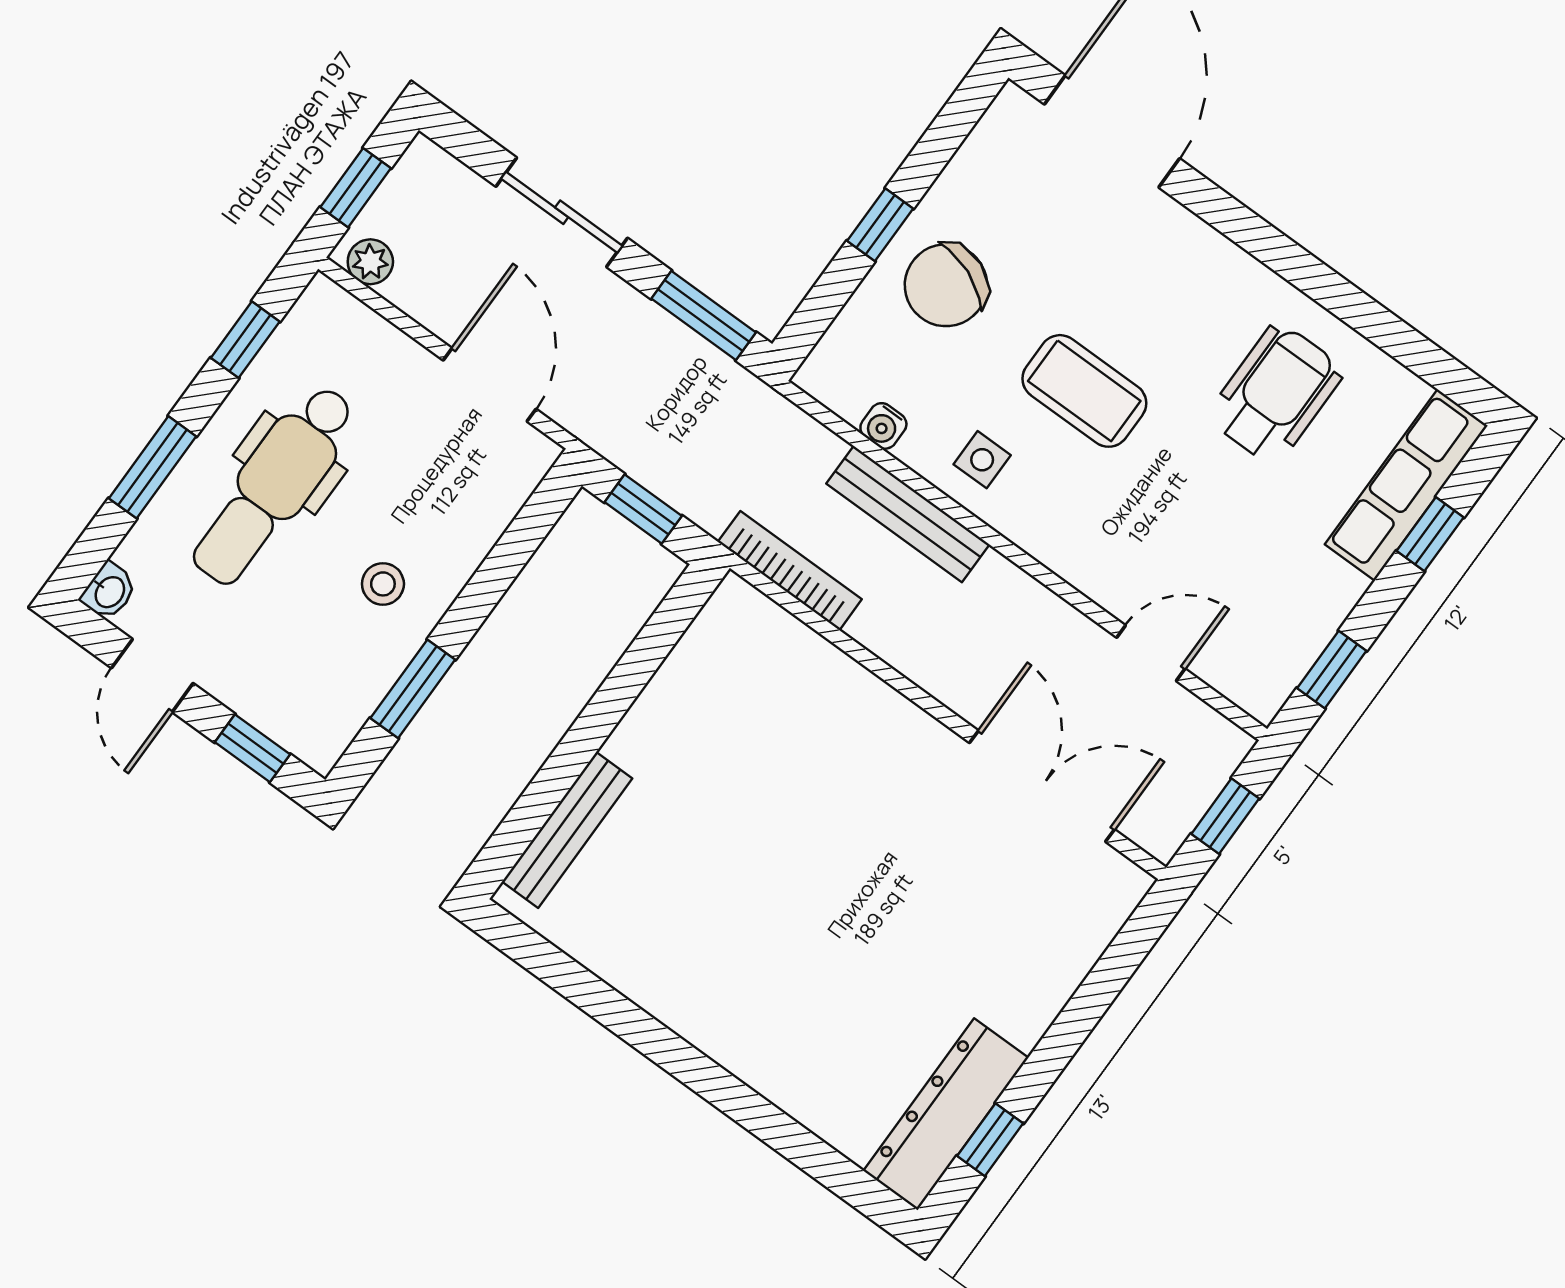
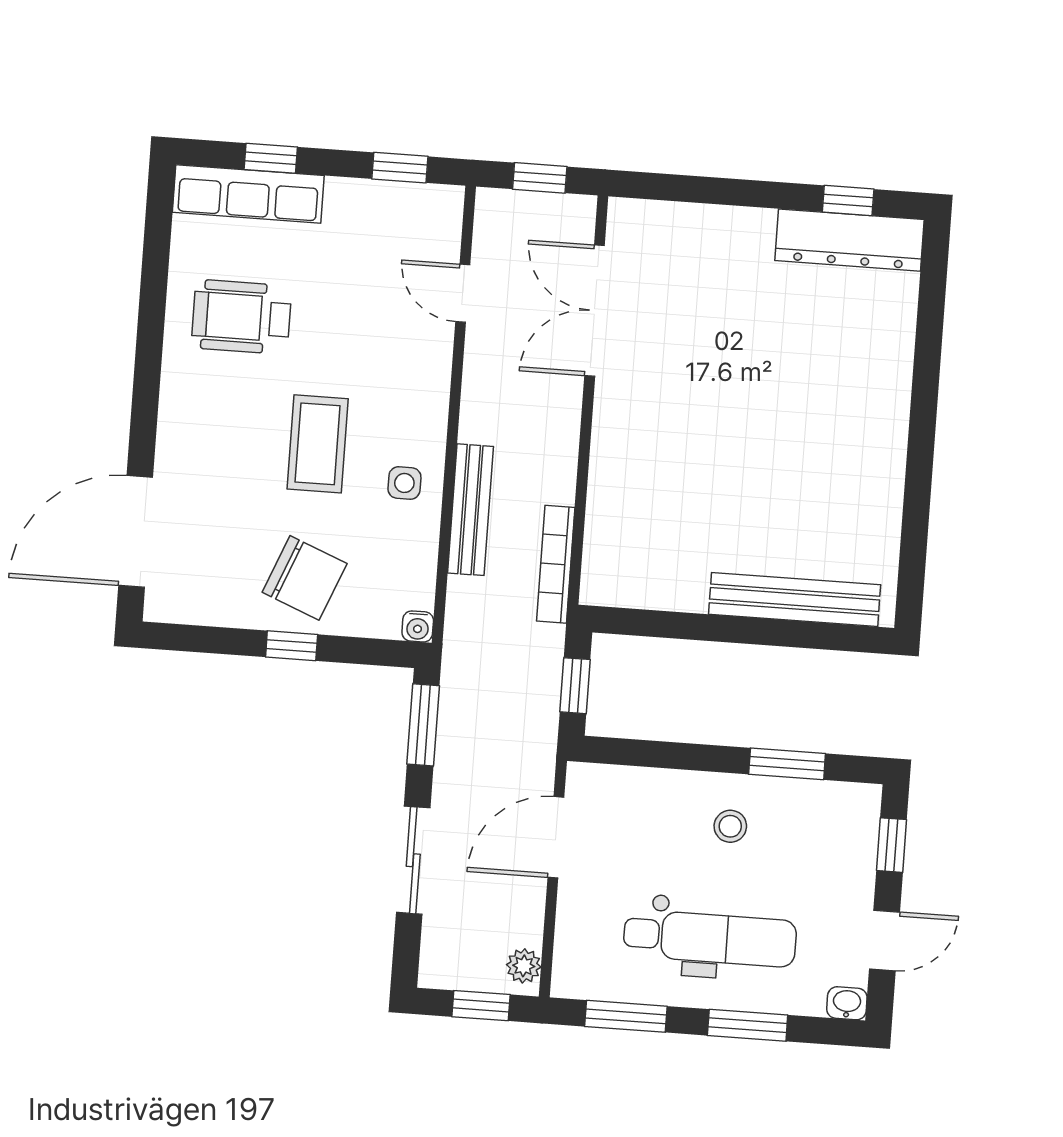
window: (245, 340) -> (626, 1016), width x1.50
water cooler: (883, 426) -> (418, 626), moved, turned 90
bench: (567, 830) -> (795, 600), width x1.37, depth x1.21

